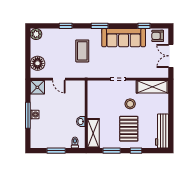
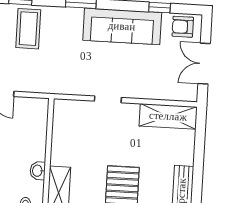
coffee table: (82, 51) -> (28, 29), moved
stool: (130, 104) -> (127, 144), removed

